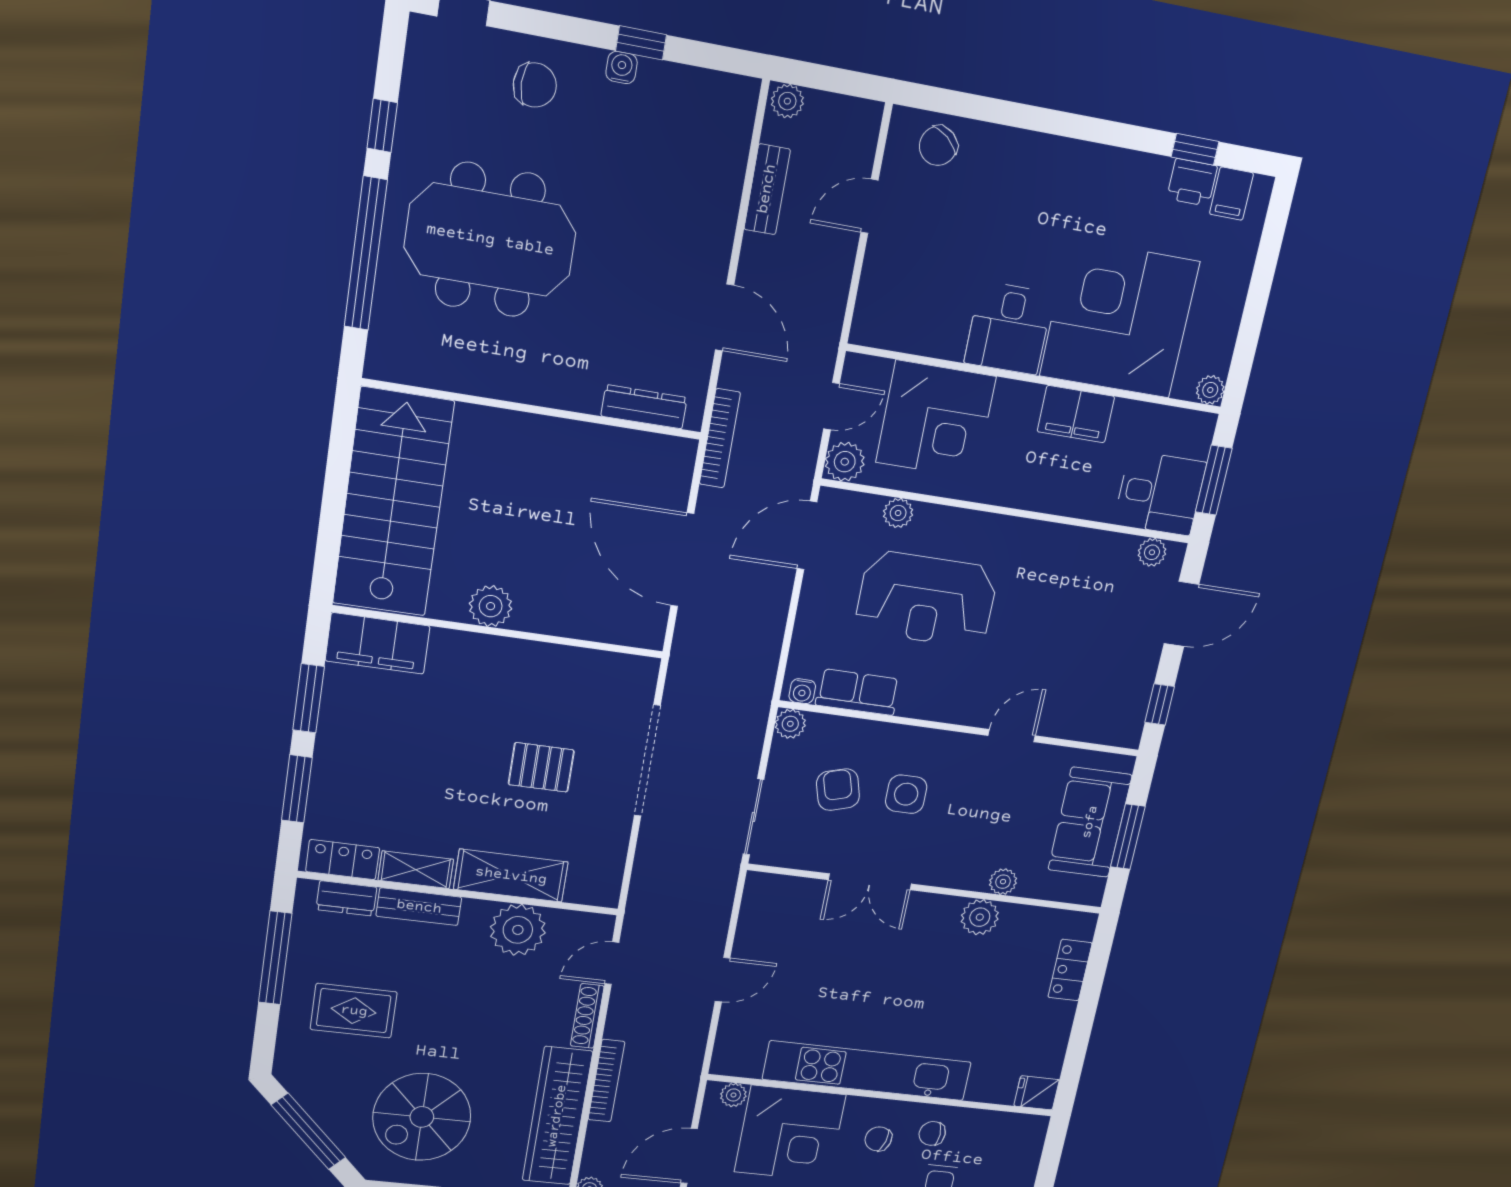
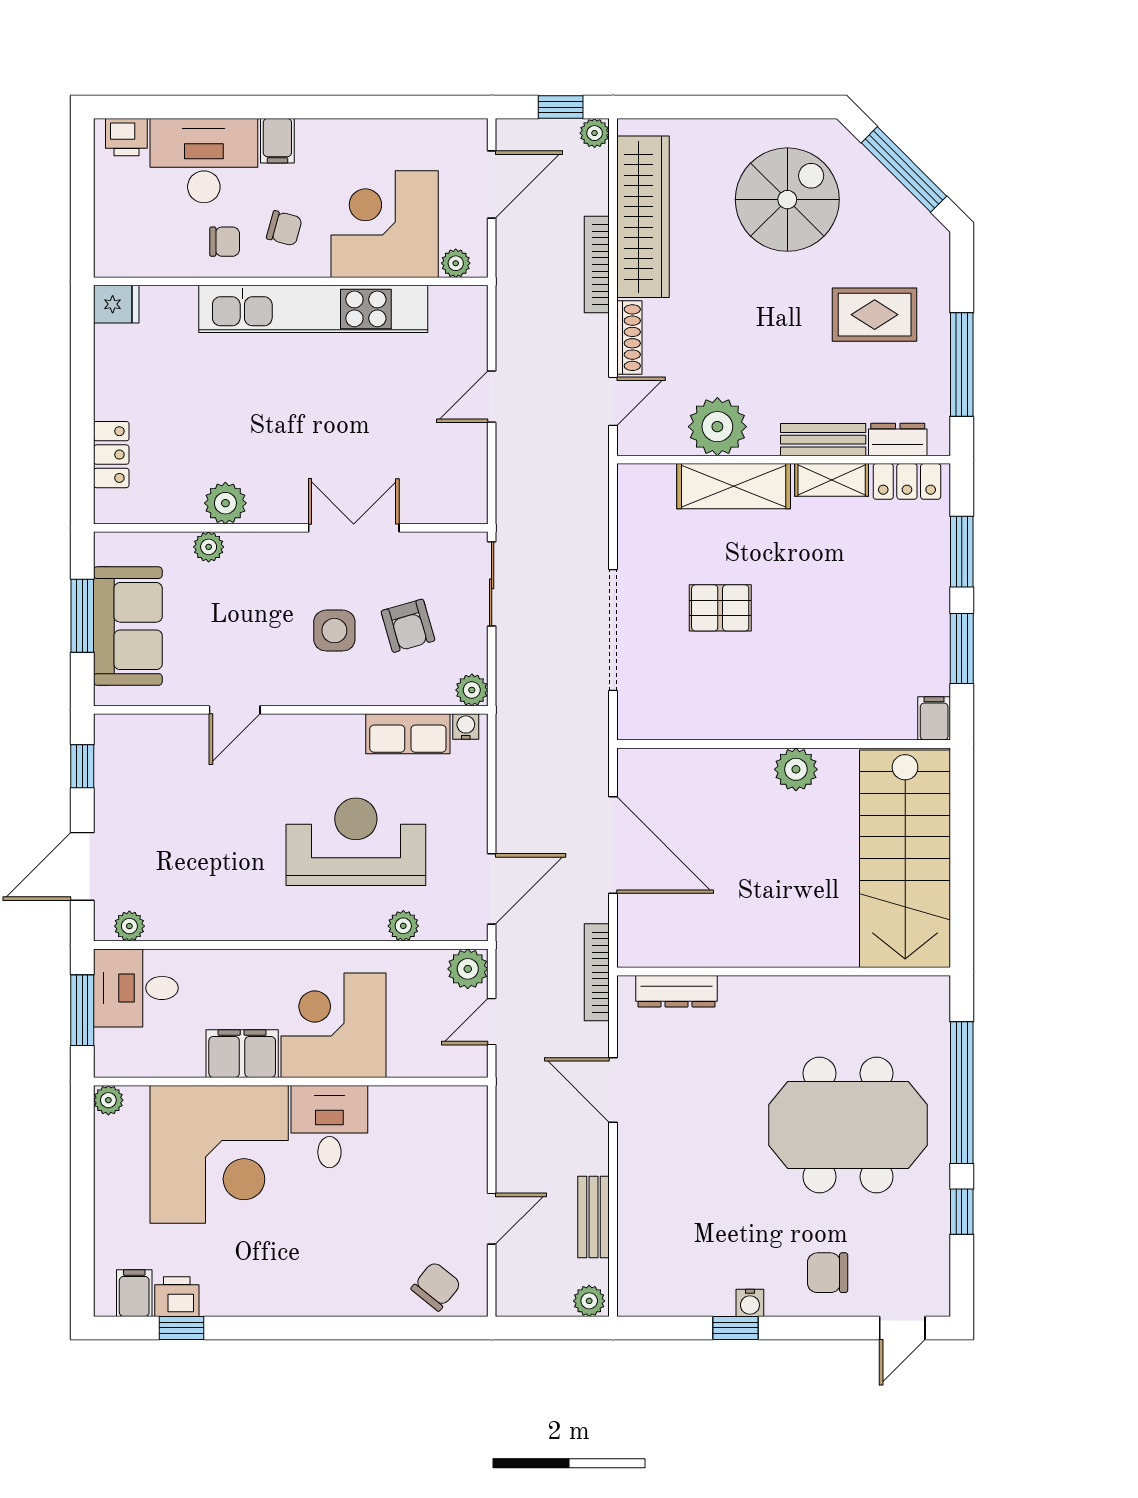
corner desk: (936, 420) -> (334, 1025), moved
filing cabinet: (378, 643) -> (934, 718), width x0.33, depth x0.86

